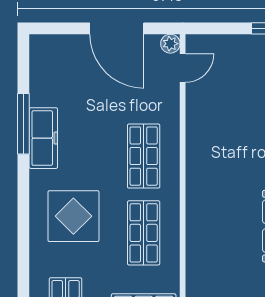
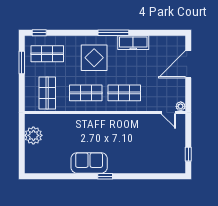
door: (117, 28) -> (188, 64), moved
window: (23, 124) -> (113, 33), moved

